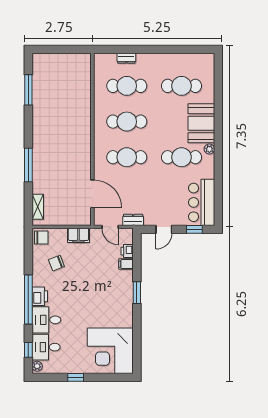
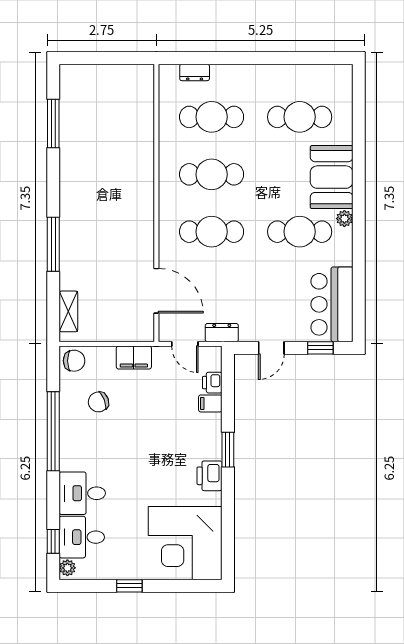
dresser: (126, 58) -> (195, 72), moved
printer: (40, 296) -> (209, 476), moved, turned 180
window: (28, 299) -> (53, 431), moved

